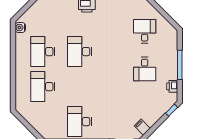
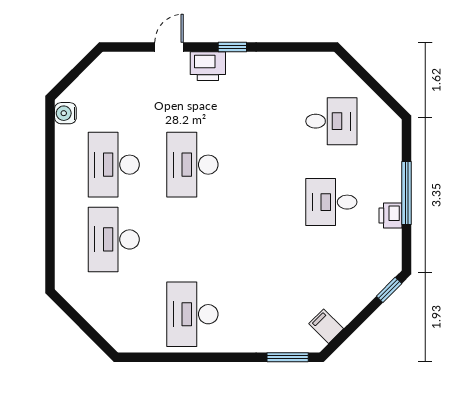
desk: (145, 31) -> (331, 121), turned 90
desk: (145, 69) -> (331, 202), turned 90
printer: (172, 86) -> (390, 216), moved

